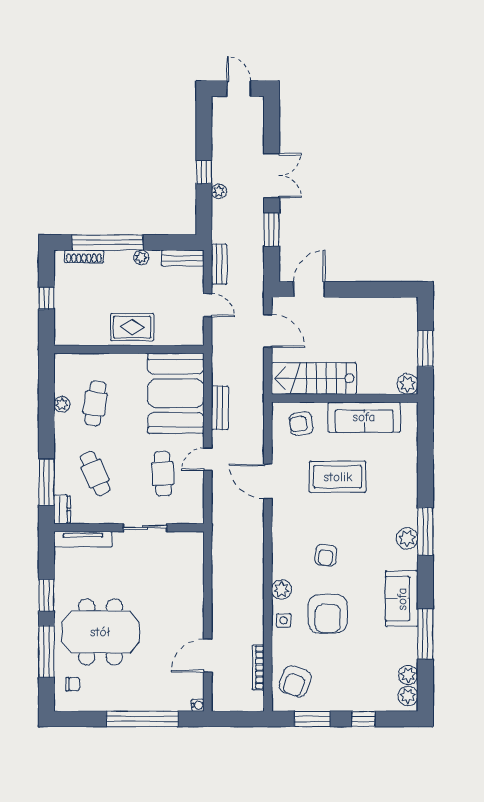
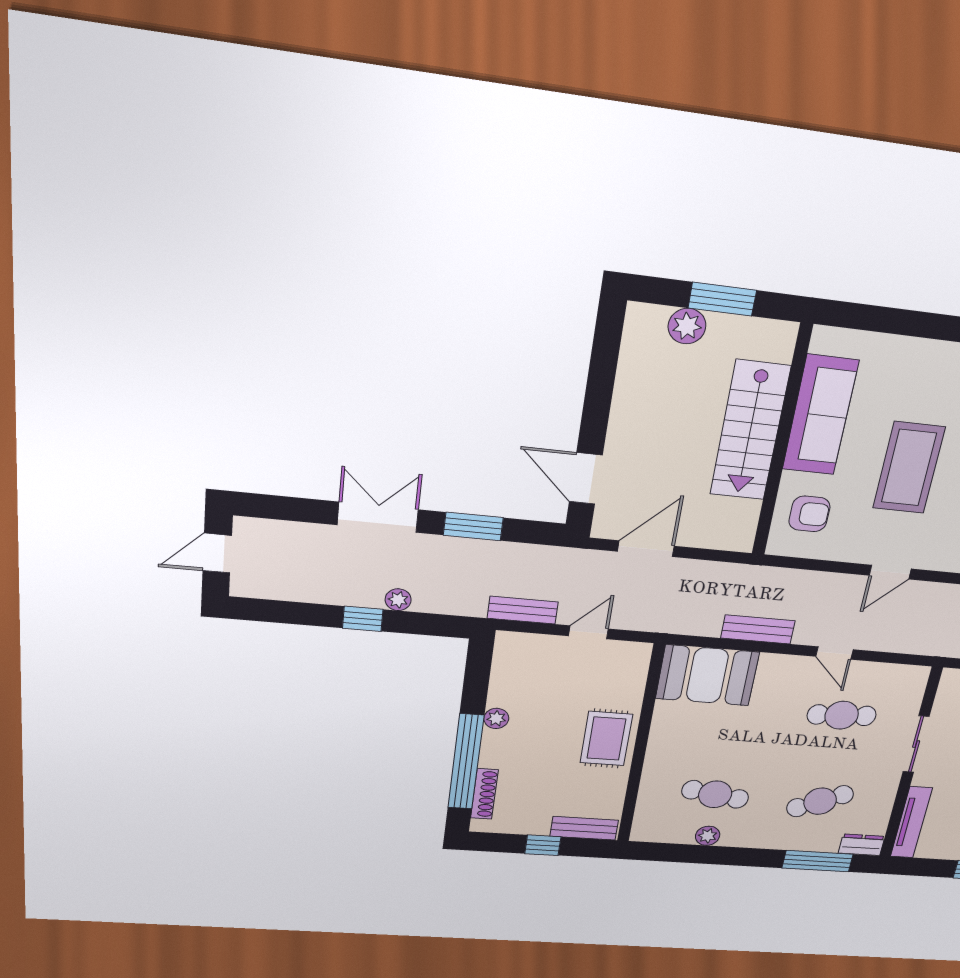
bench: (183, 258) -> (584, 828), moved, turned 90
stairs: (314, 378) -> (750, 431), moved
plant: (407, 384) -> (687, 326), moved
booth: (176, 393) -> (707, 675), width x0.73, depth x0.70
armchair: (301, 424) -> (809, 514), turned -82
door: (268, 482) -> (890, 572), width x0.73

